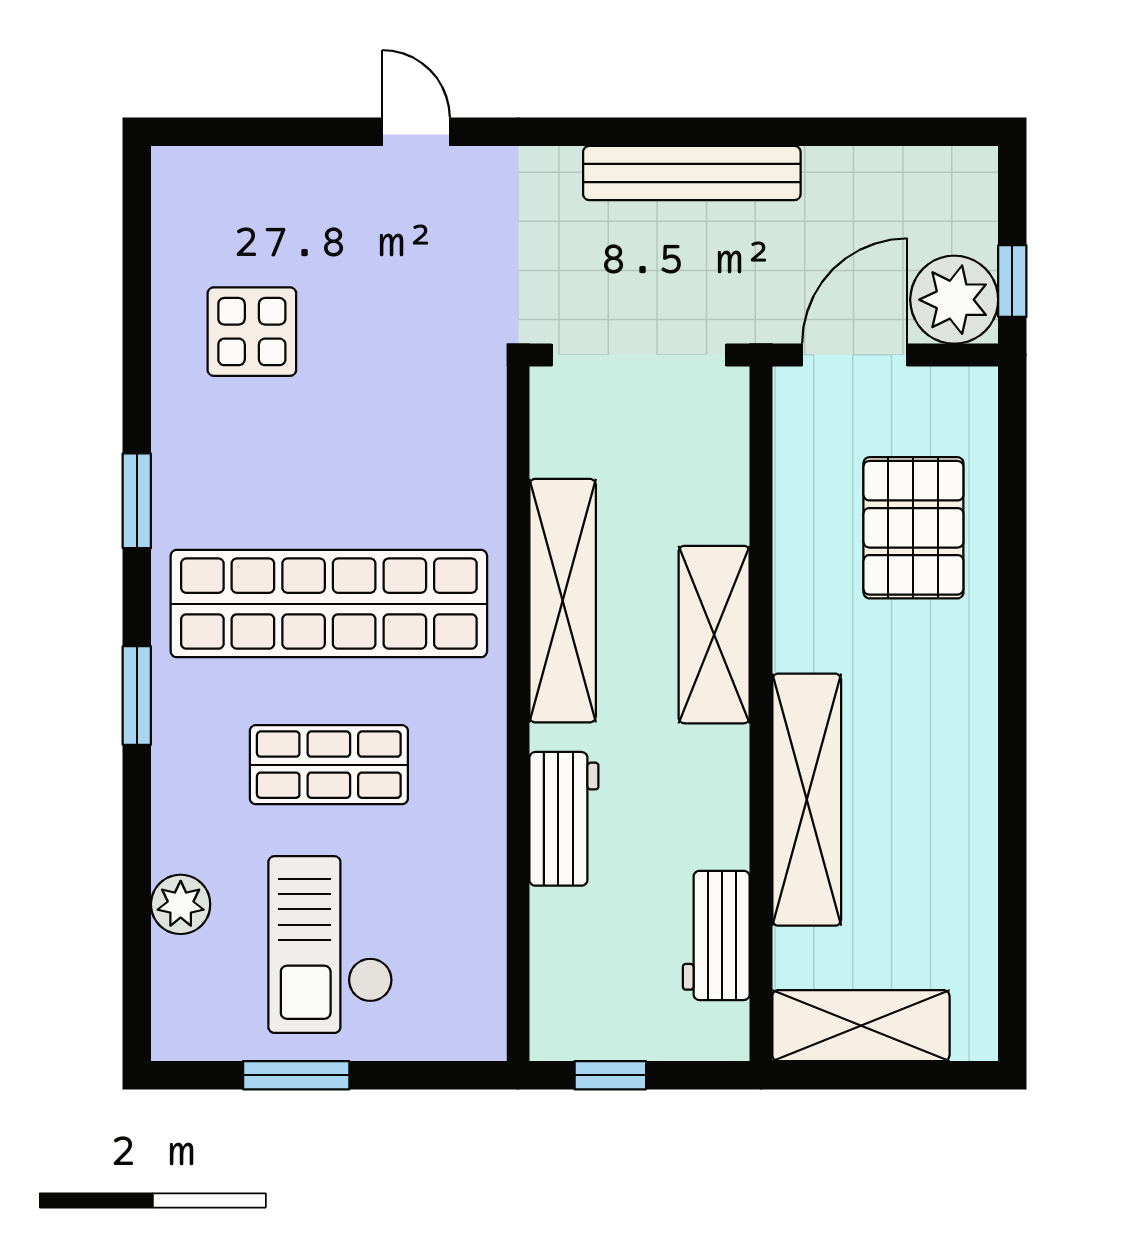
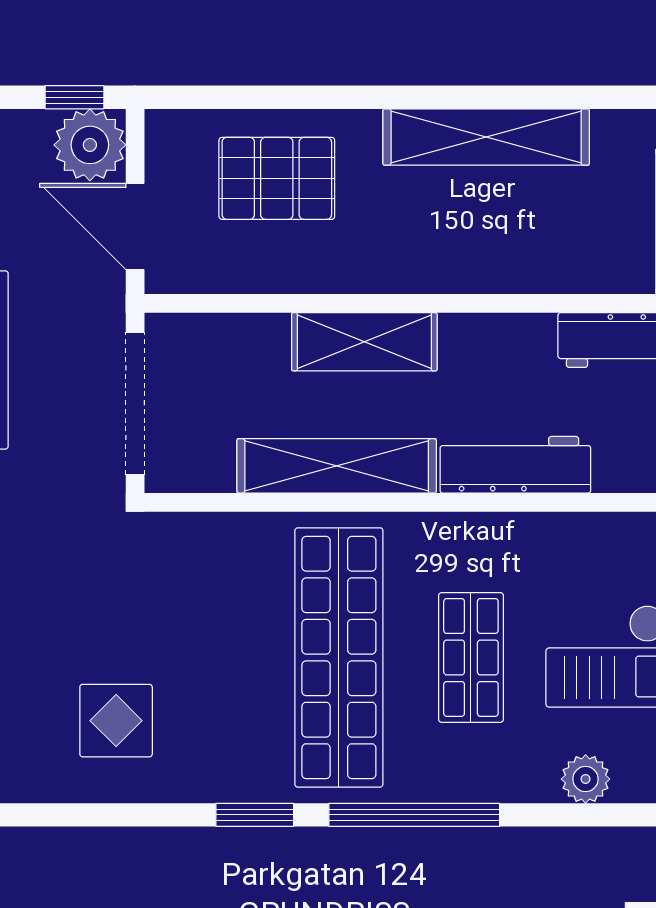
window: (137, 695) -> (414, 815), width x2.11
shelving: (807, 800) -> (486, 137), moved
workbench: (564, 819) -> (515, 465), width x1.38

